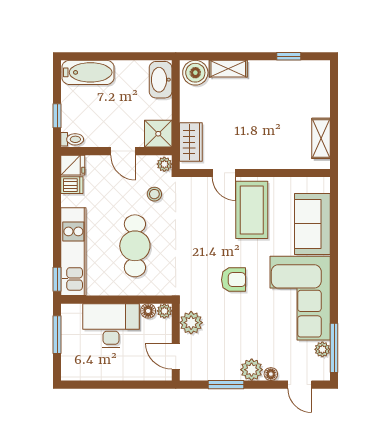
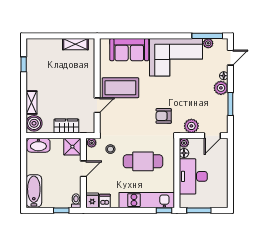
wardrobe: (191, 142) -> (66, 126), moved
armchair: (234, 280) -> (164, 116), moved, turned -90

